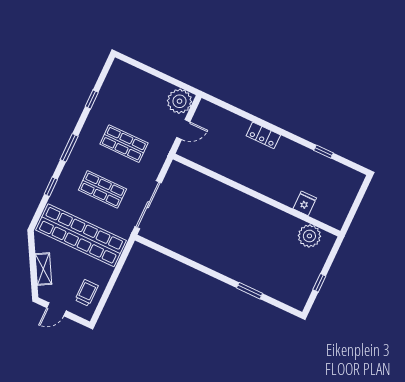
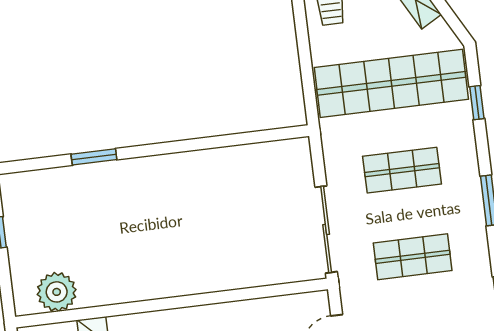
window: (51, 187) -> (477, 103), moved
sliding door: (148, 205) -> (326, 229), moved

